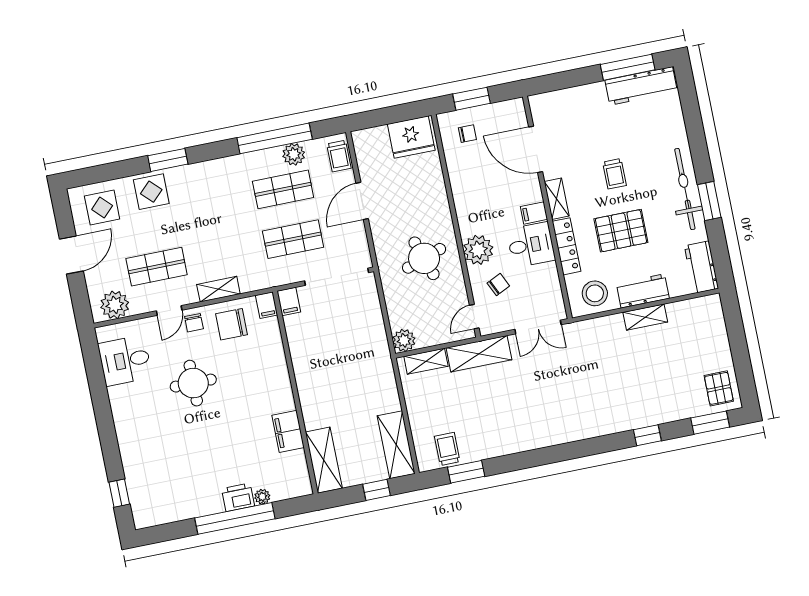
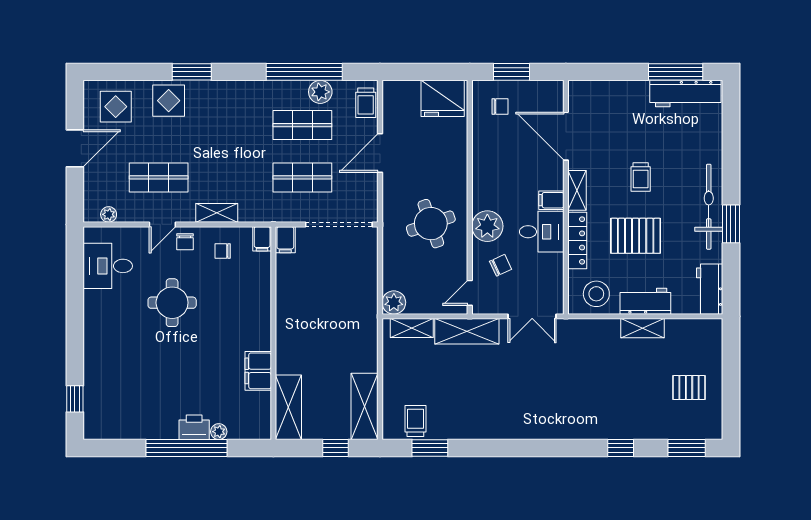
plant: (115, 305) -> (109, 214), width x0.53, depth x0.53
chair: (231, 324) -> (223, 251), width x0.54, depth x0.54
pallet: (719, 388) -> (689, 388), moved, turned 90

